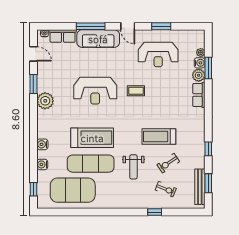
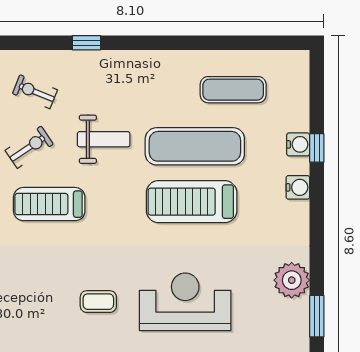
treadmill: (159, 136) -> (49, 204), turned 180
weight bench: (133, 167) -> (104, 139), turned 90
window: (33, 189) -> (317, 148), moved
exercise mat: (73, 190) -> (233, 90), width x0.50, depth x0.69
window: (155, 212) -> (86, 43), moved

